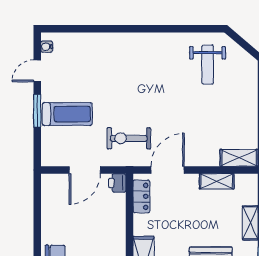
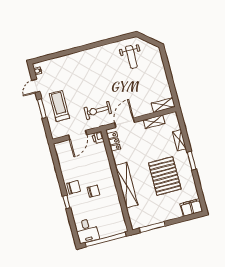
treadmill: (67, 114) -> (59, 106), turned -90

